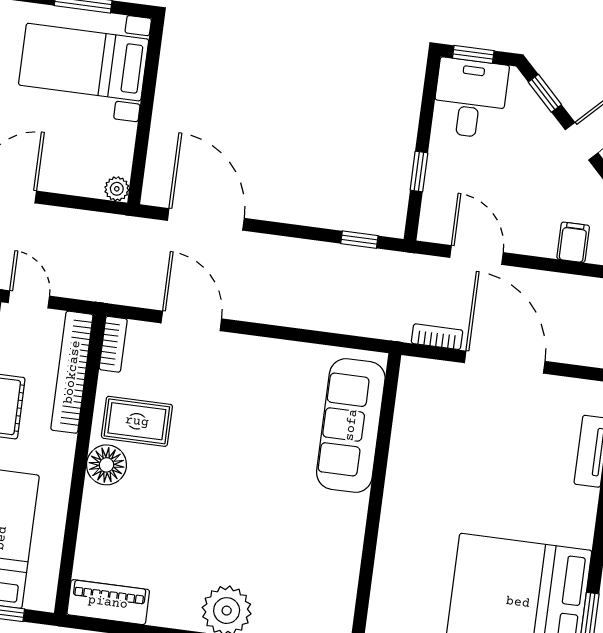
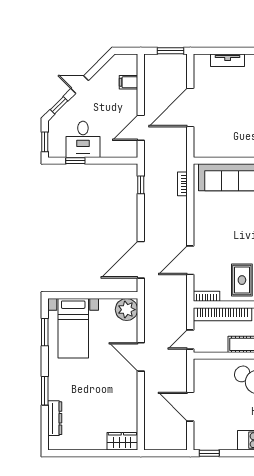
desk: (470, 98) -> (83, 139), moved, turned -90
window: (419, 171) -> (75, 161), moved
plant: (117, 189) -> (127, 310), width x1.87, depth x1.87
bookcase: (437, 337) -> (182, 184), moved

